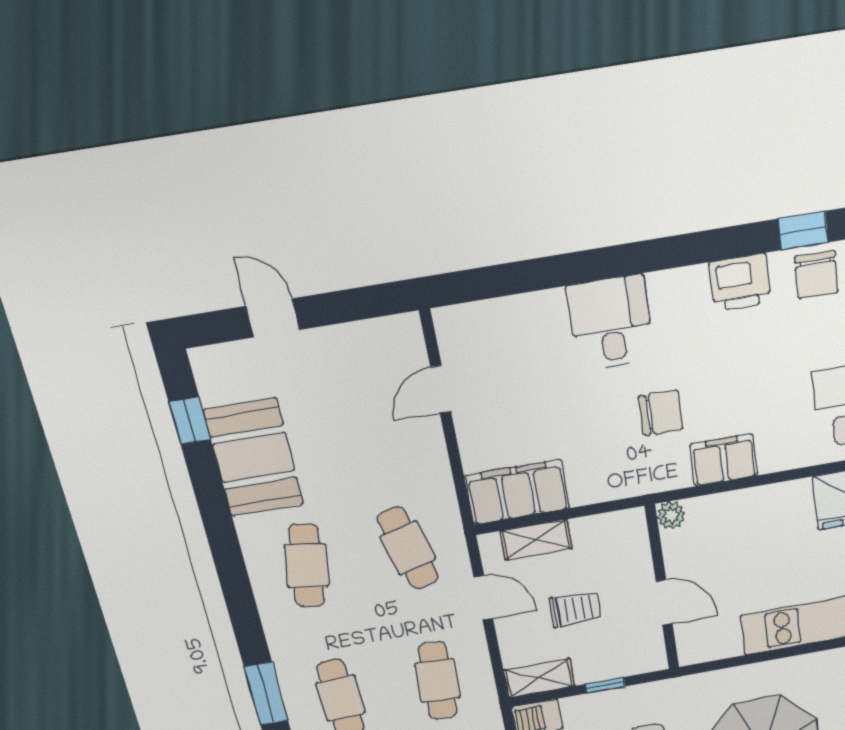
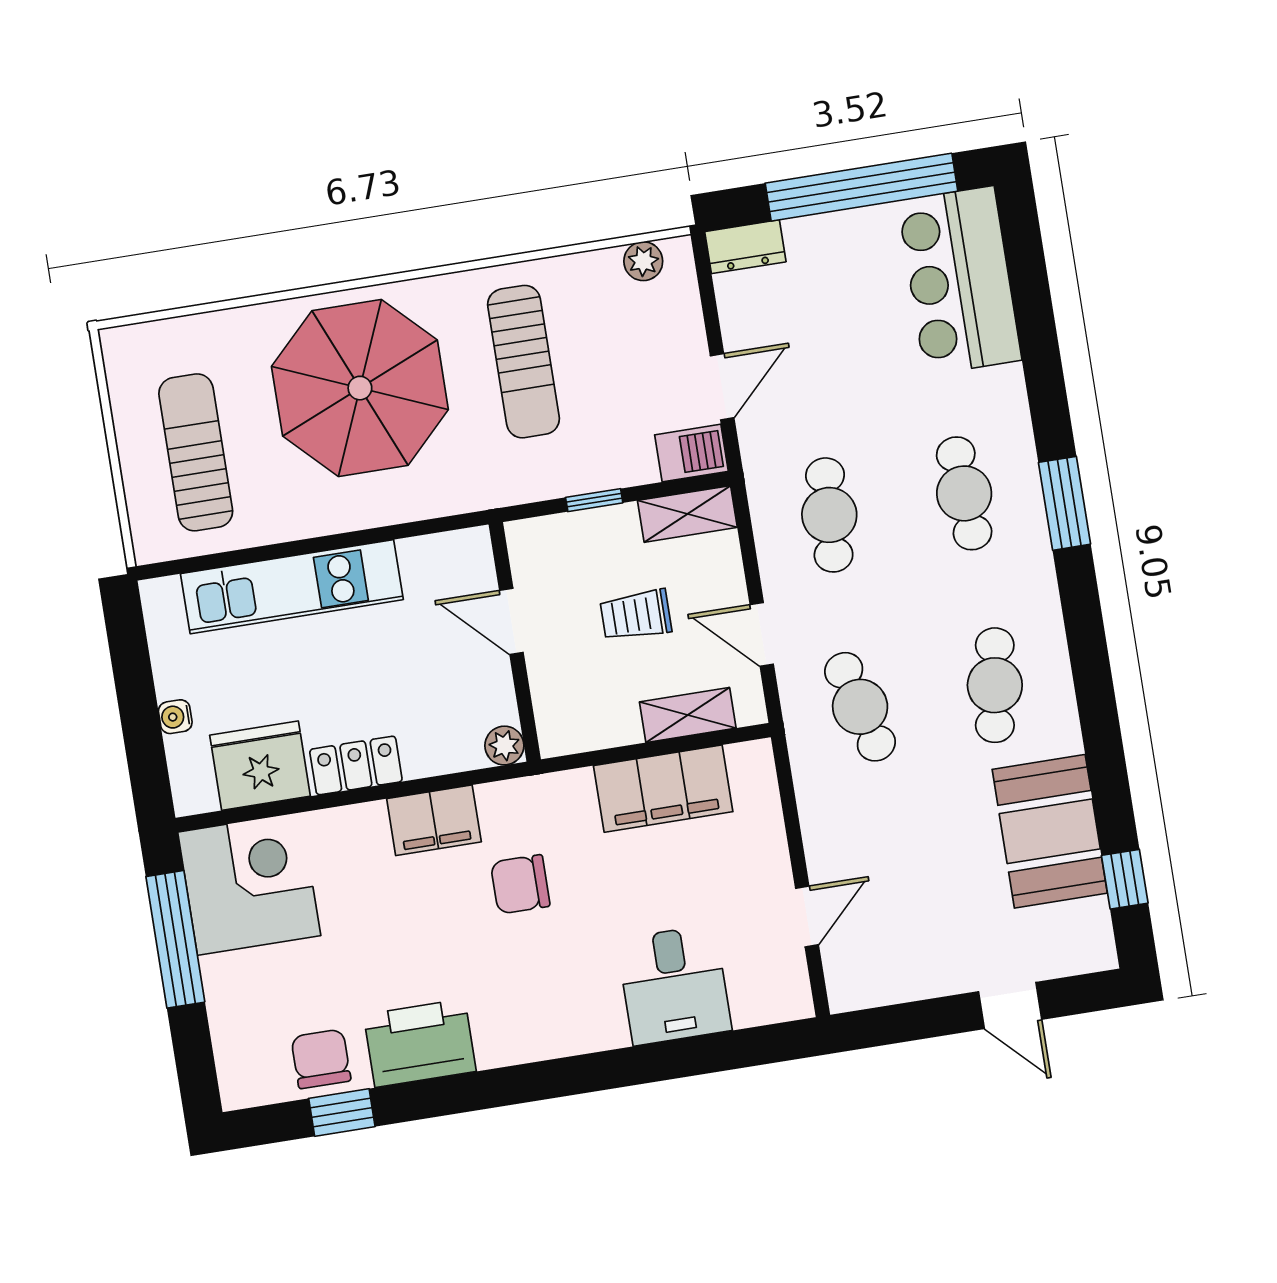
printer: (740, 283) -> (420, 1043), width x1.37, depth x1.19
desk: (611, 323) -> (674, 985), moved
filing cabinet: (517, 492) -> (663, 789), moved
locker: (779, 499) -> (356, 765), added

